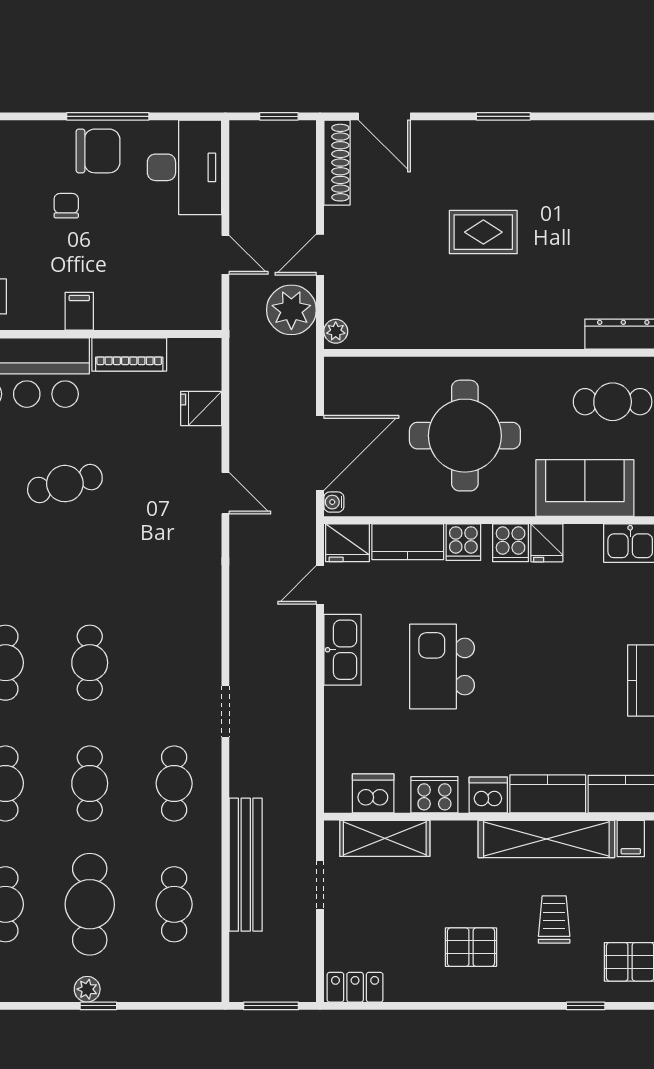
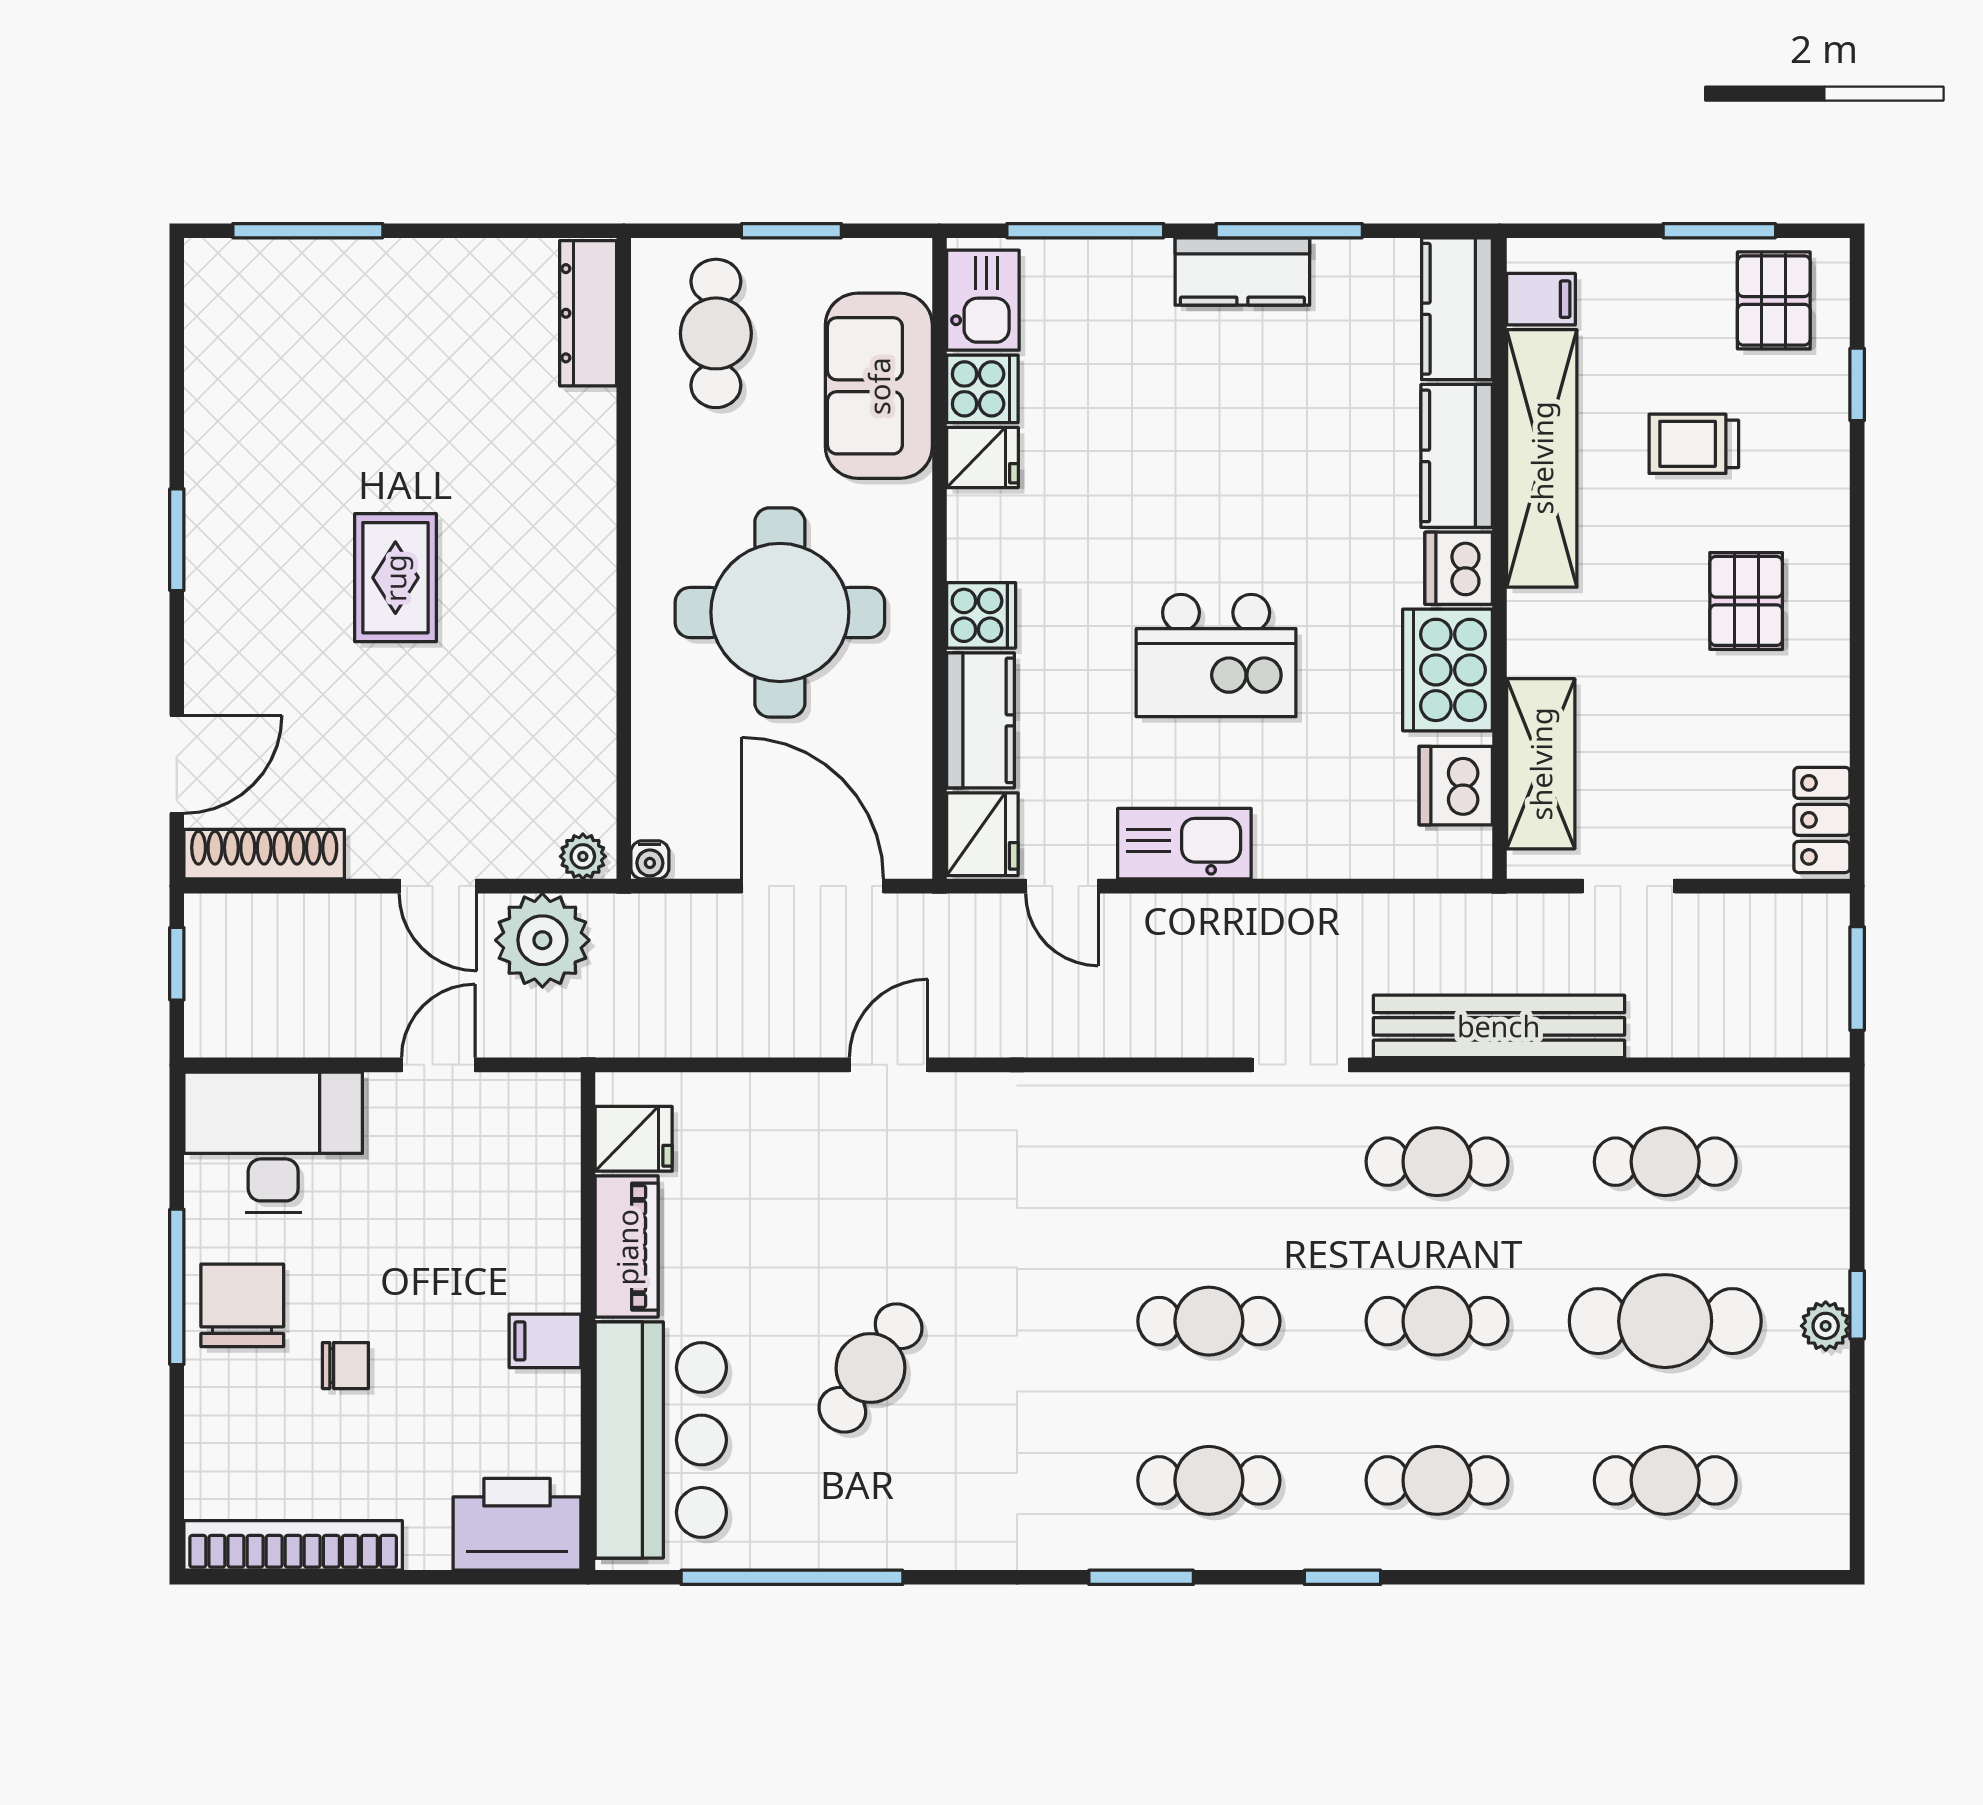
chair: (66, 206) -> (345, 1366), turned 180
fridge: (201, 408) -> (634, 1139), moved, turned -90
cafe table: (65, 484) -> (870, 1368), turned 48
water cooler: (334, 502) -> (650, 860), moved
cooker: (511, 543) -> (982, 389), moved
cooker: (434, 795) -> (1448, 670), width x1.37, depth x1.31
bench: (246, 865) -> (1499, 1026), moved

